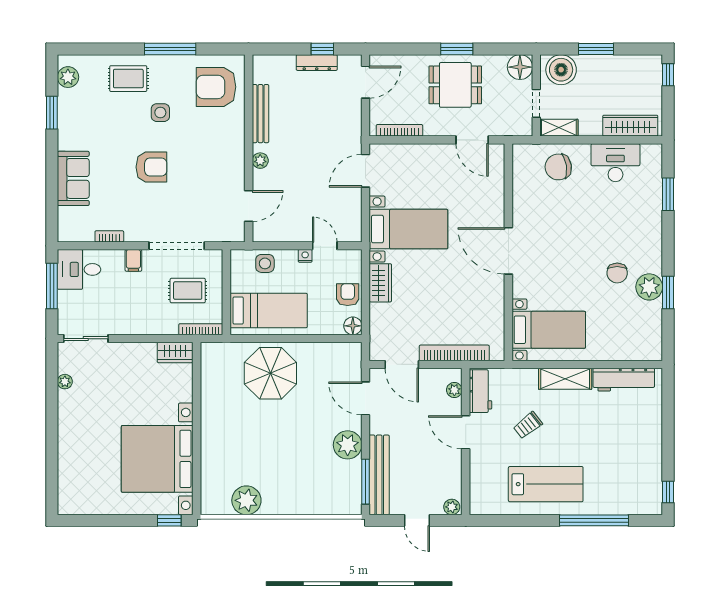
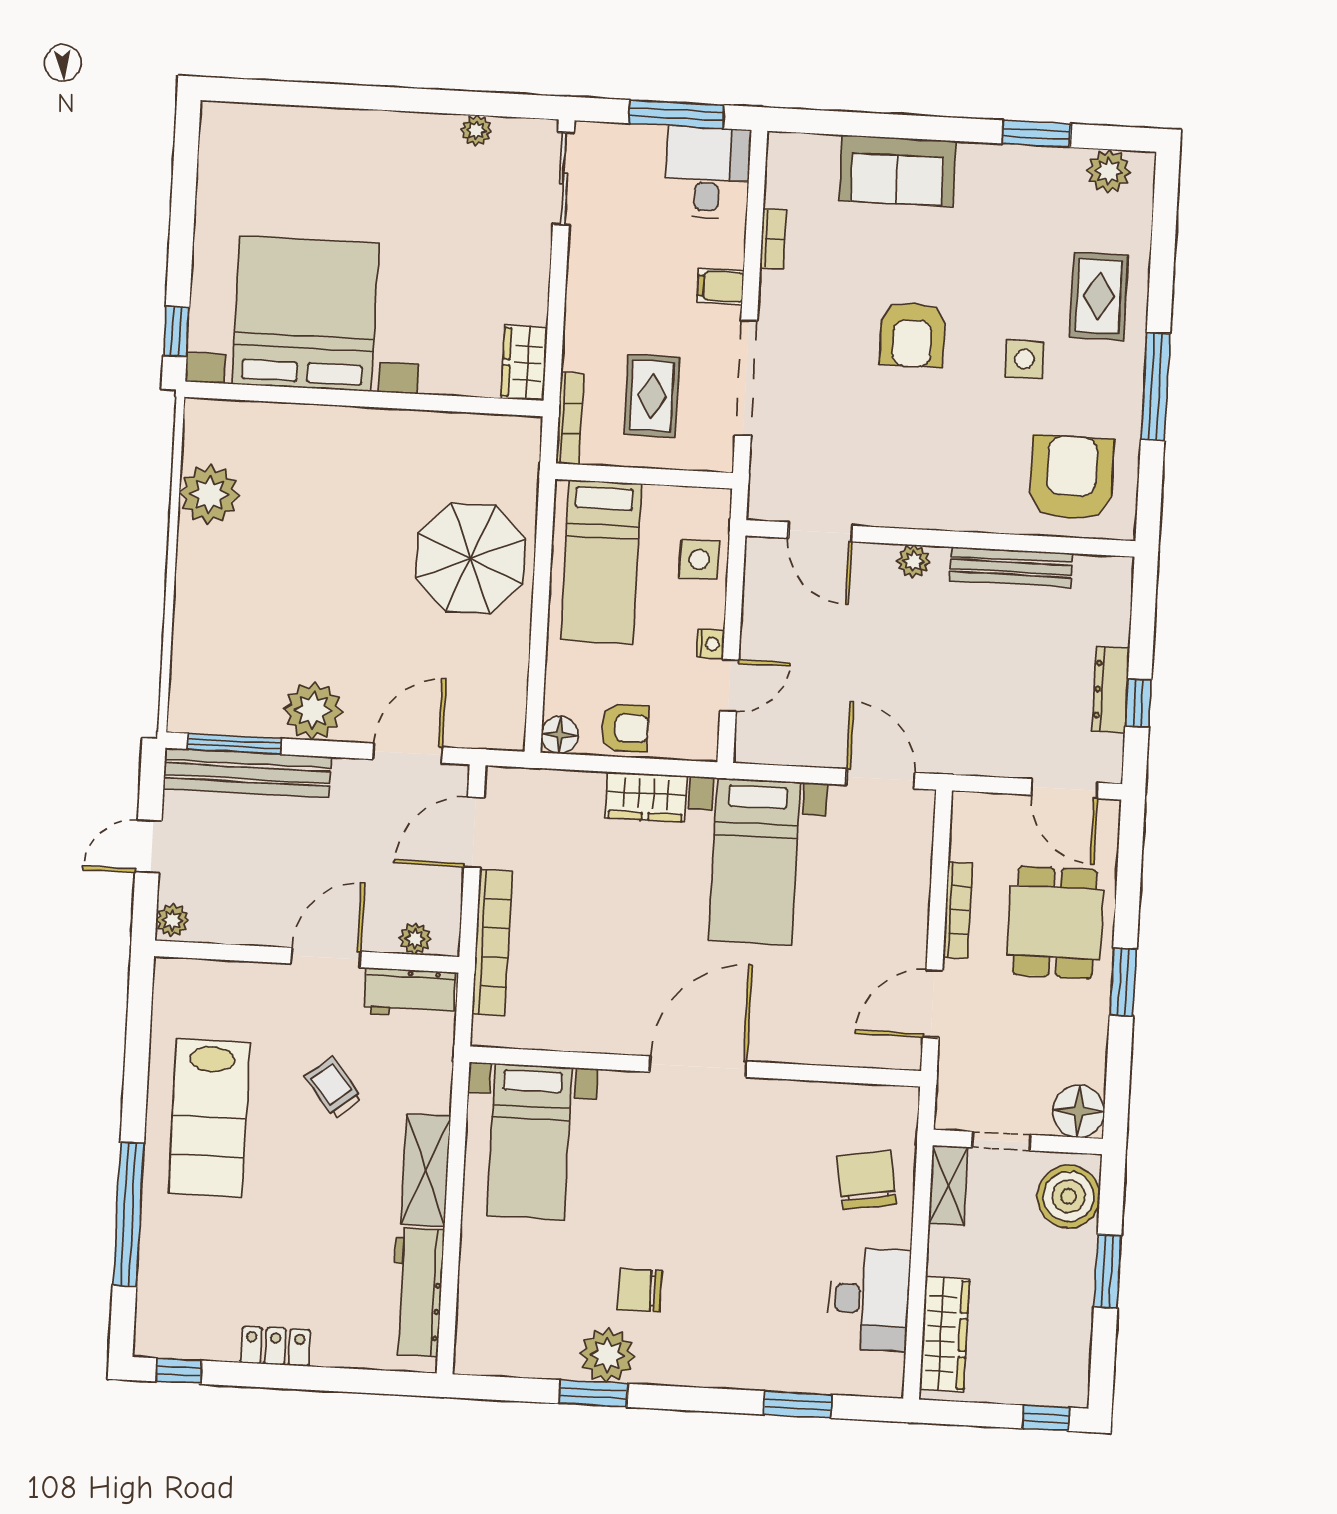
dining table: (455, 85) -> (1055, 922), moved
bookcase: (399, 130) -> (958, 910), moved
locker: (654, 446) -> (275, 1346), added

